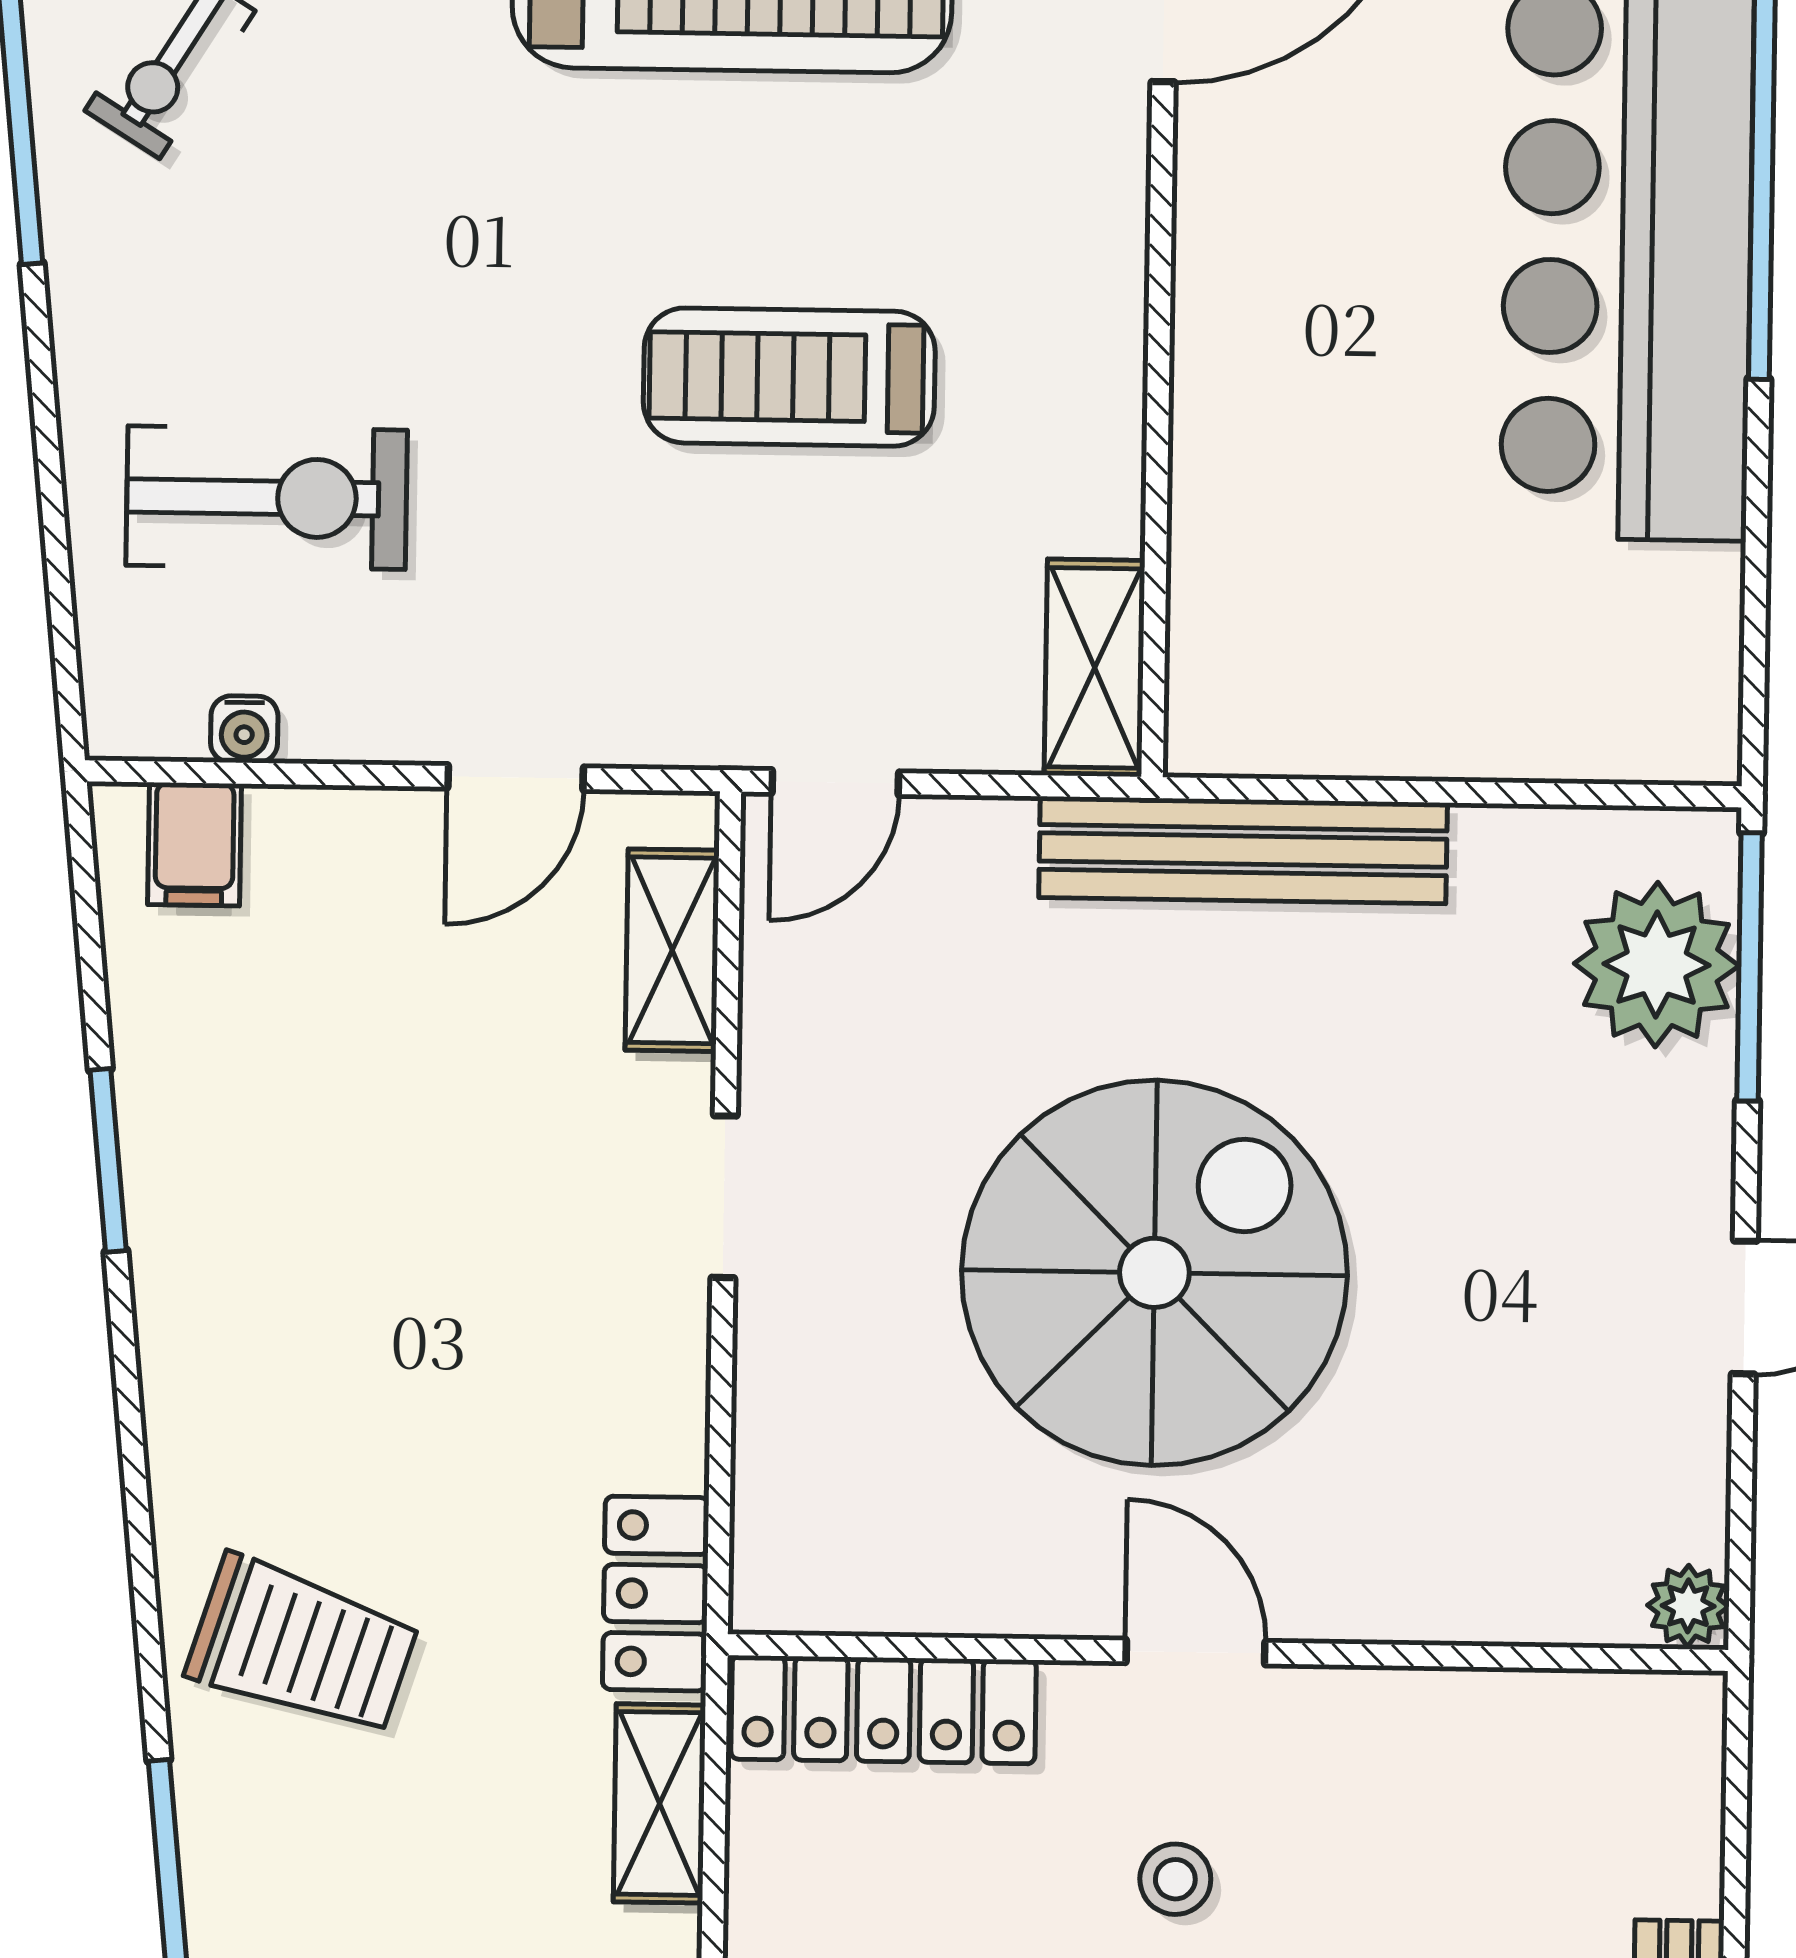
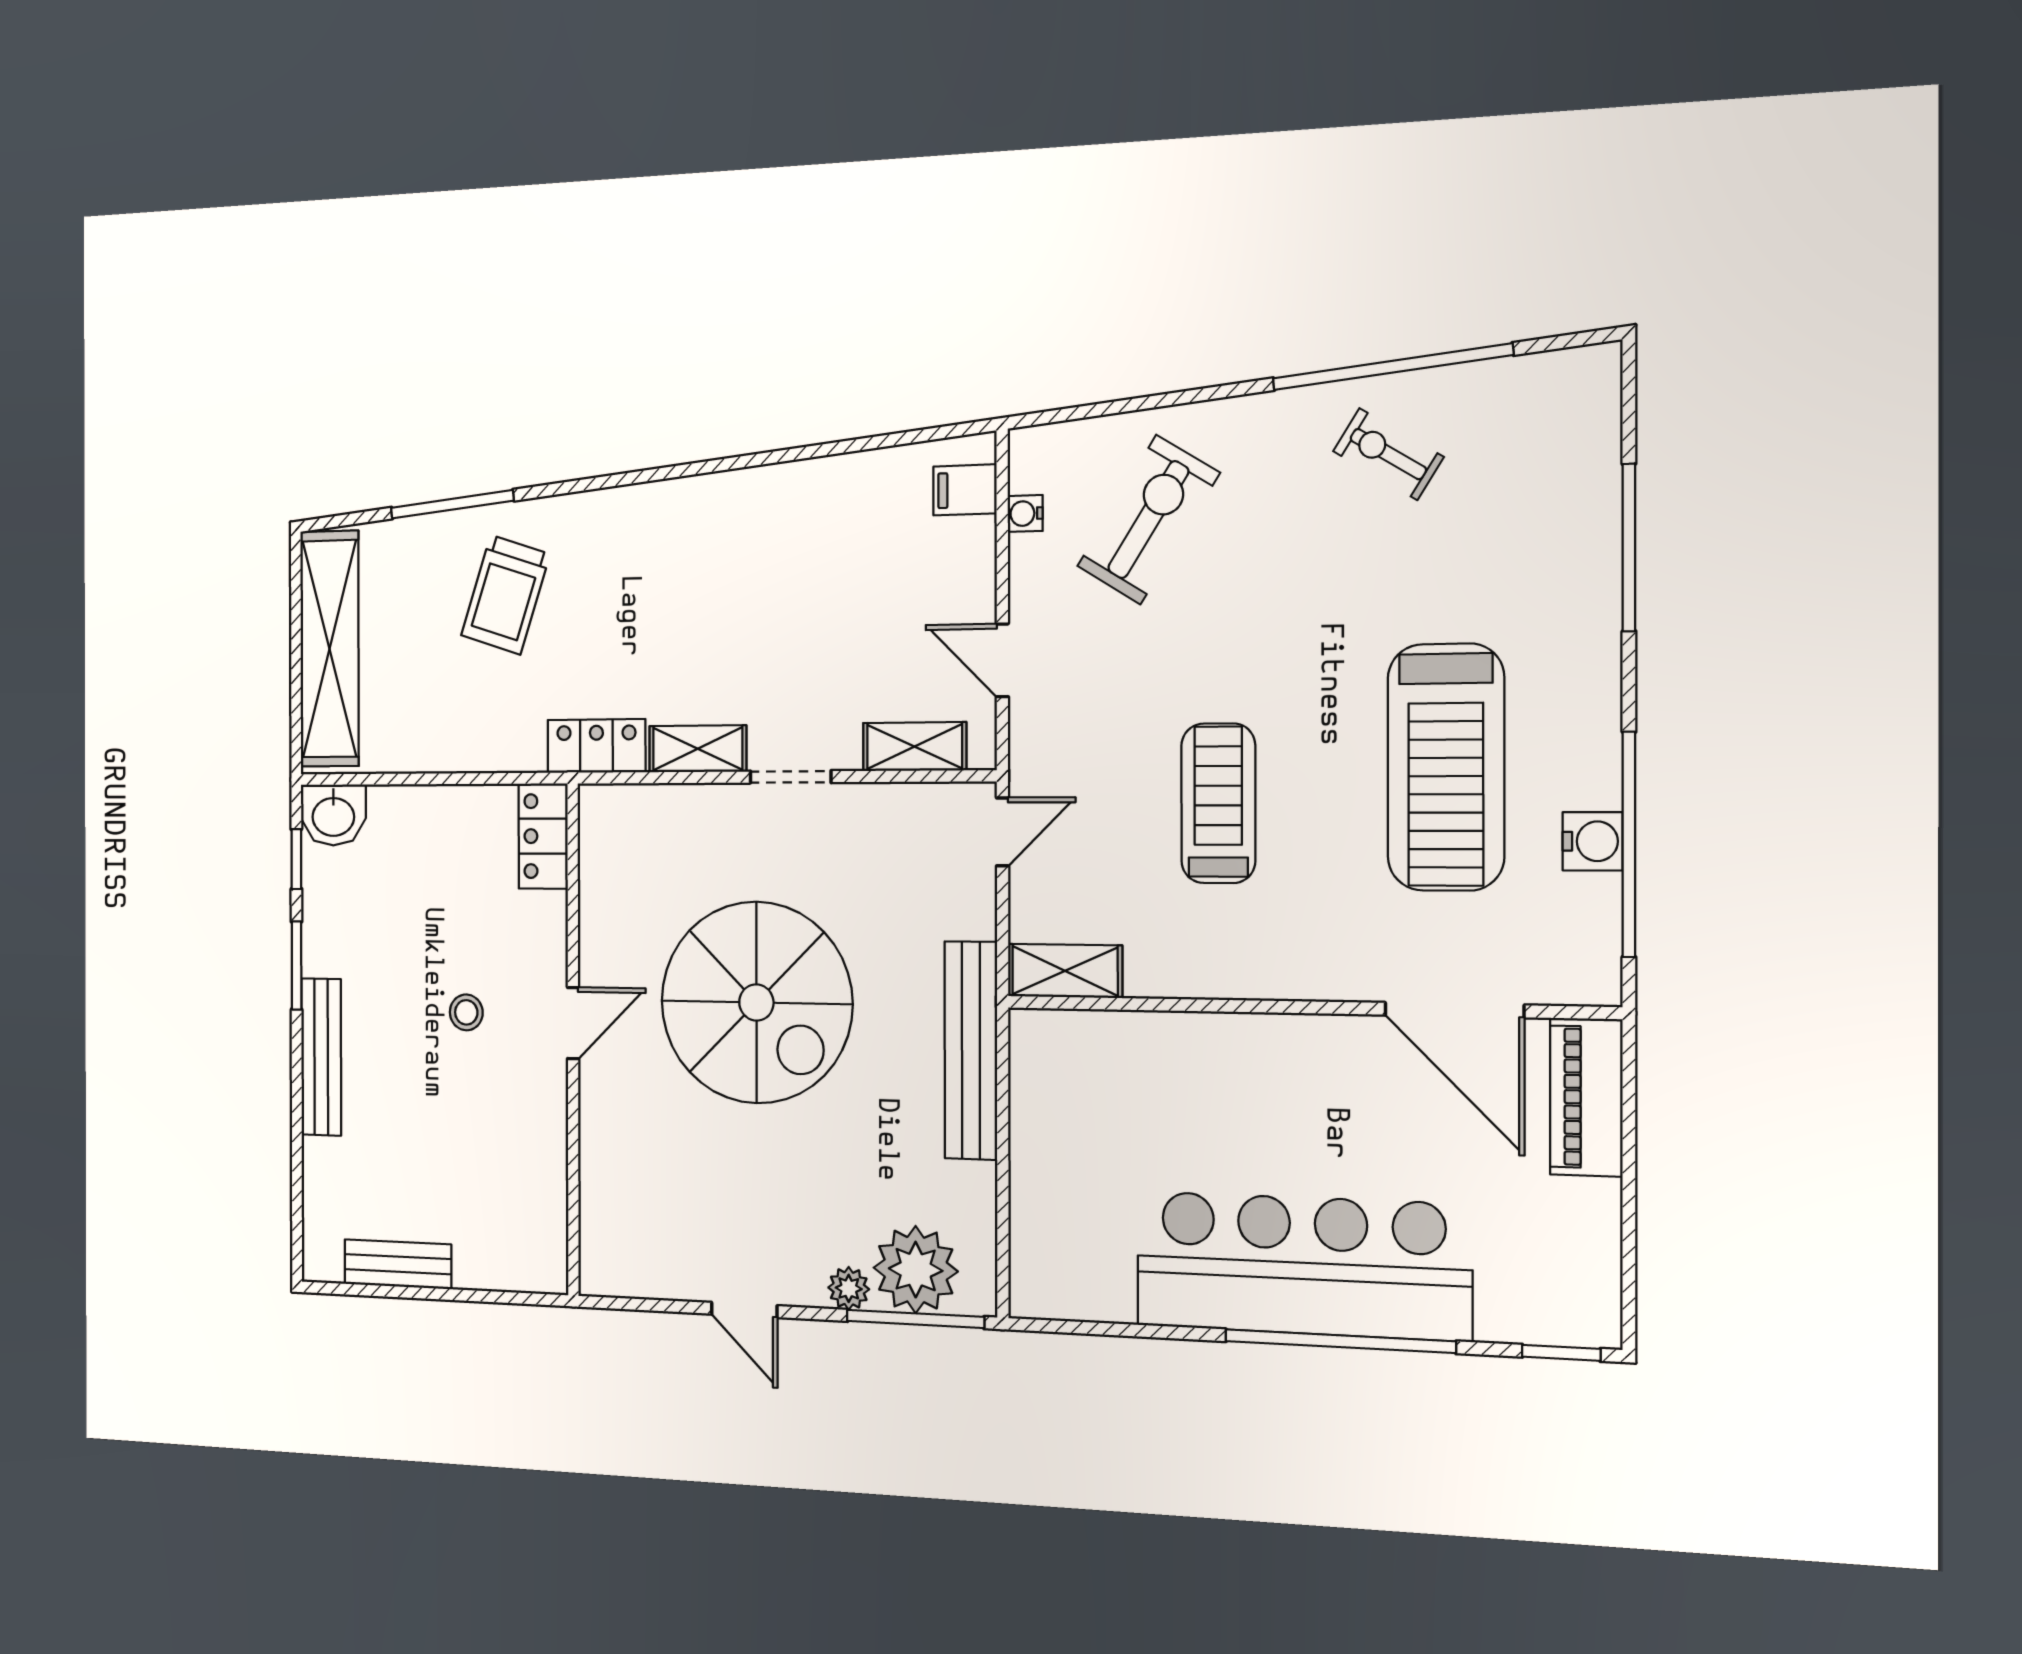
exercise bike: (267, 498) -> (1148, 520), turned -148
door: (835, 783) -> (1003, 832), swing flipped
window: (108, 1160) -> (803, 453), removed
plant: (1688, 1606) -> (849, 1288), moved
trolley: (302, 1646) -> (505, 595), moved
locker: (884, 1710) -> (543, 836), width x0.66
shelving: (659, 1803) -> (698, 749), moved

